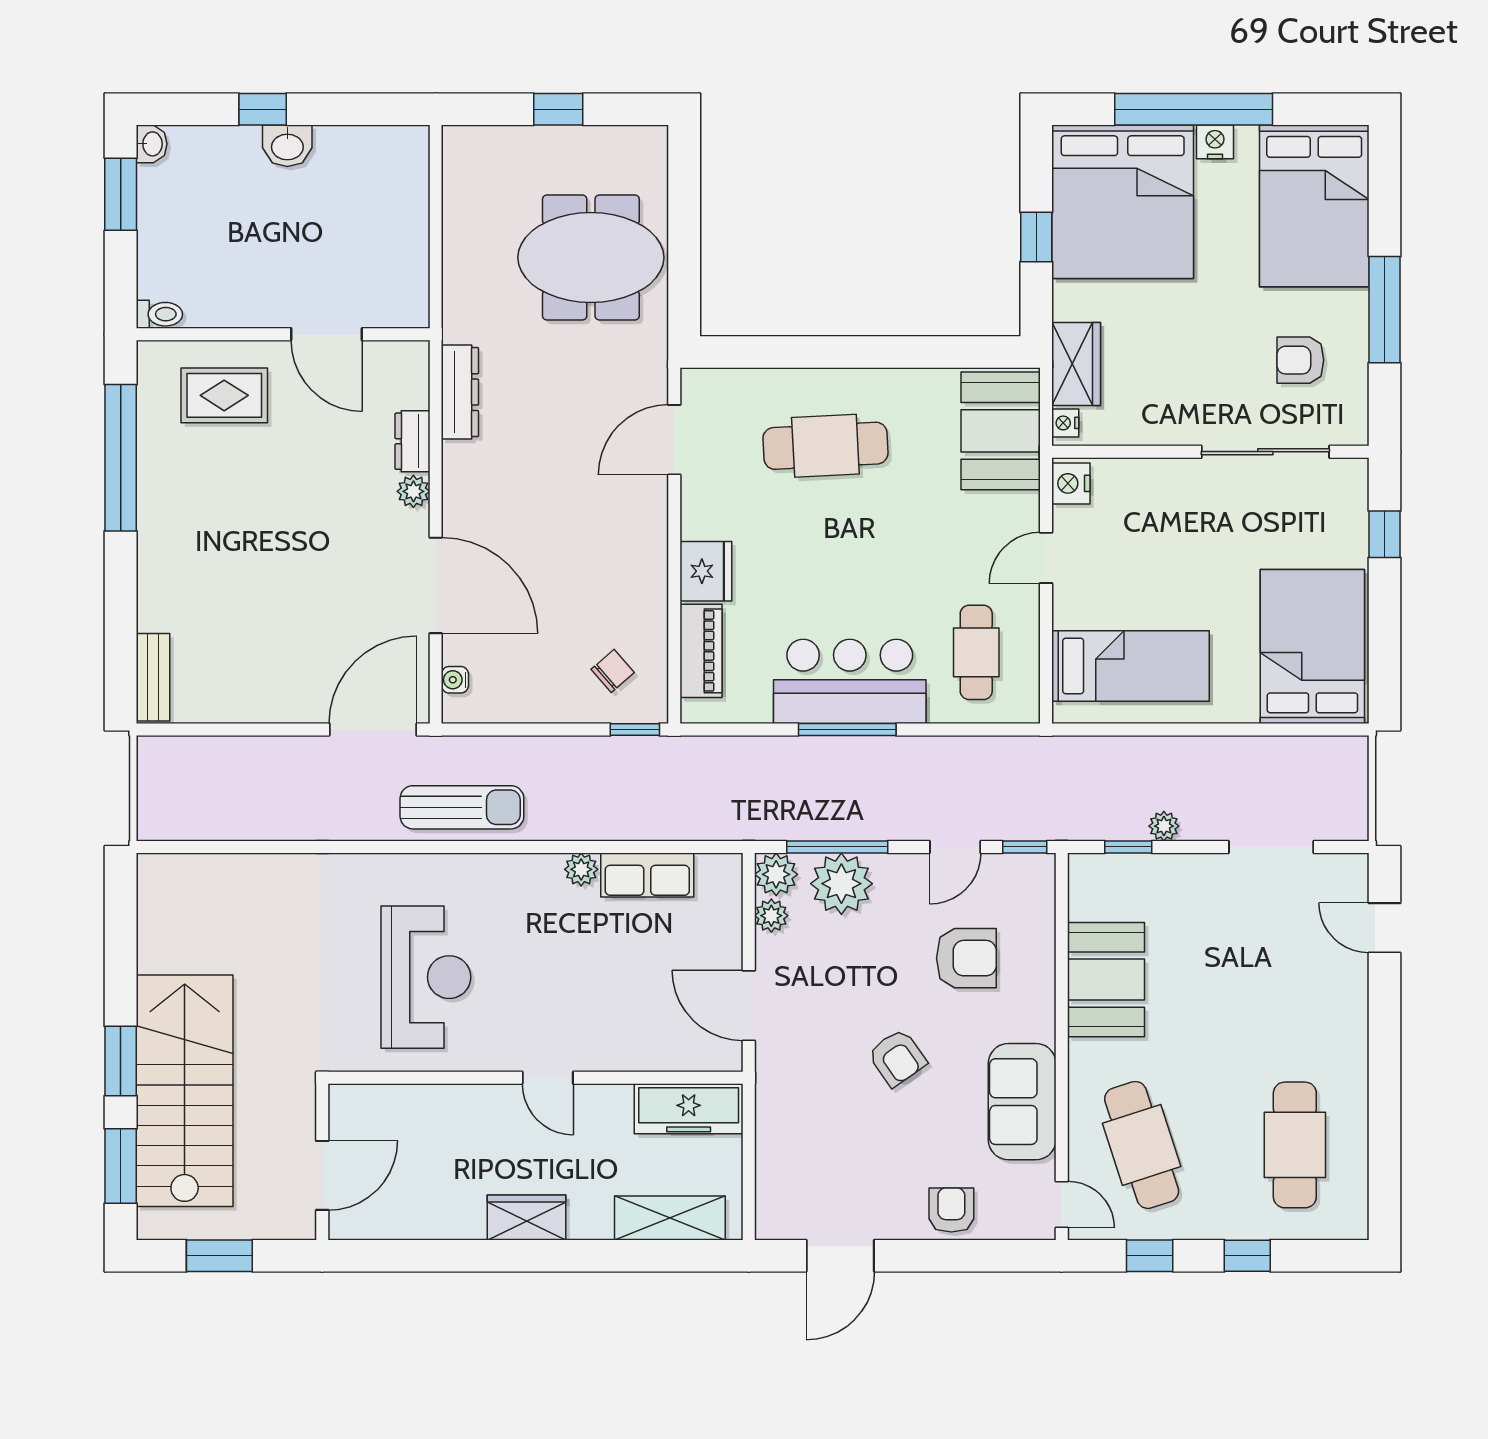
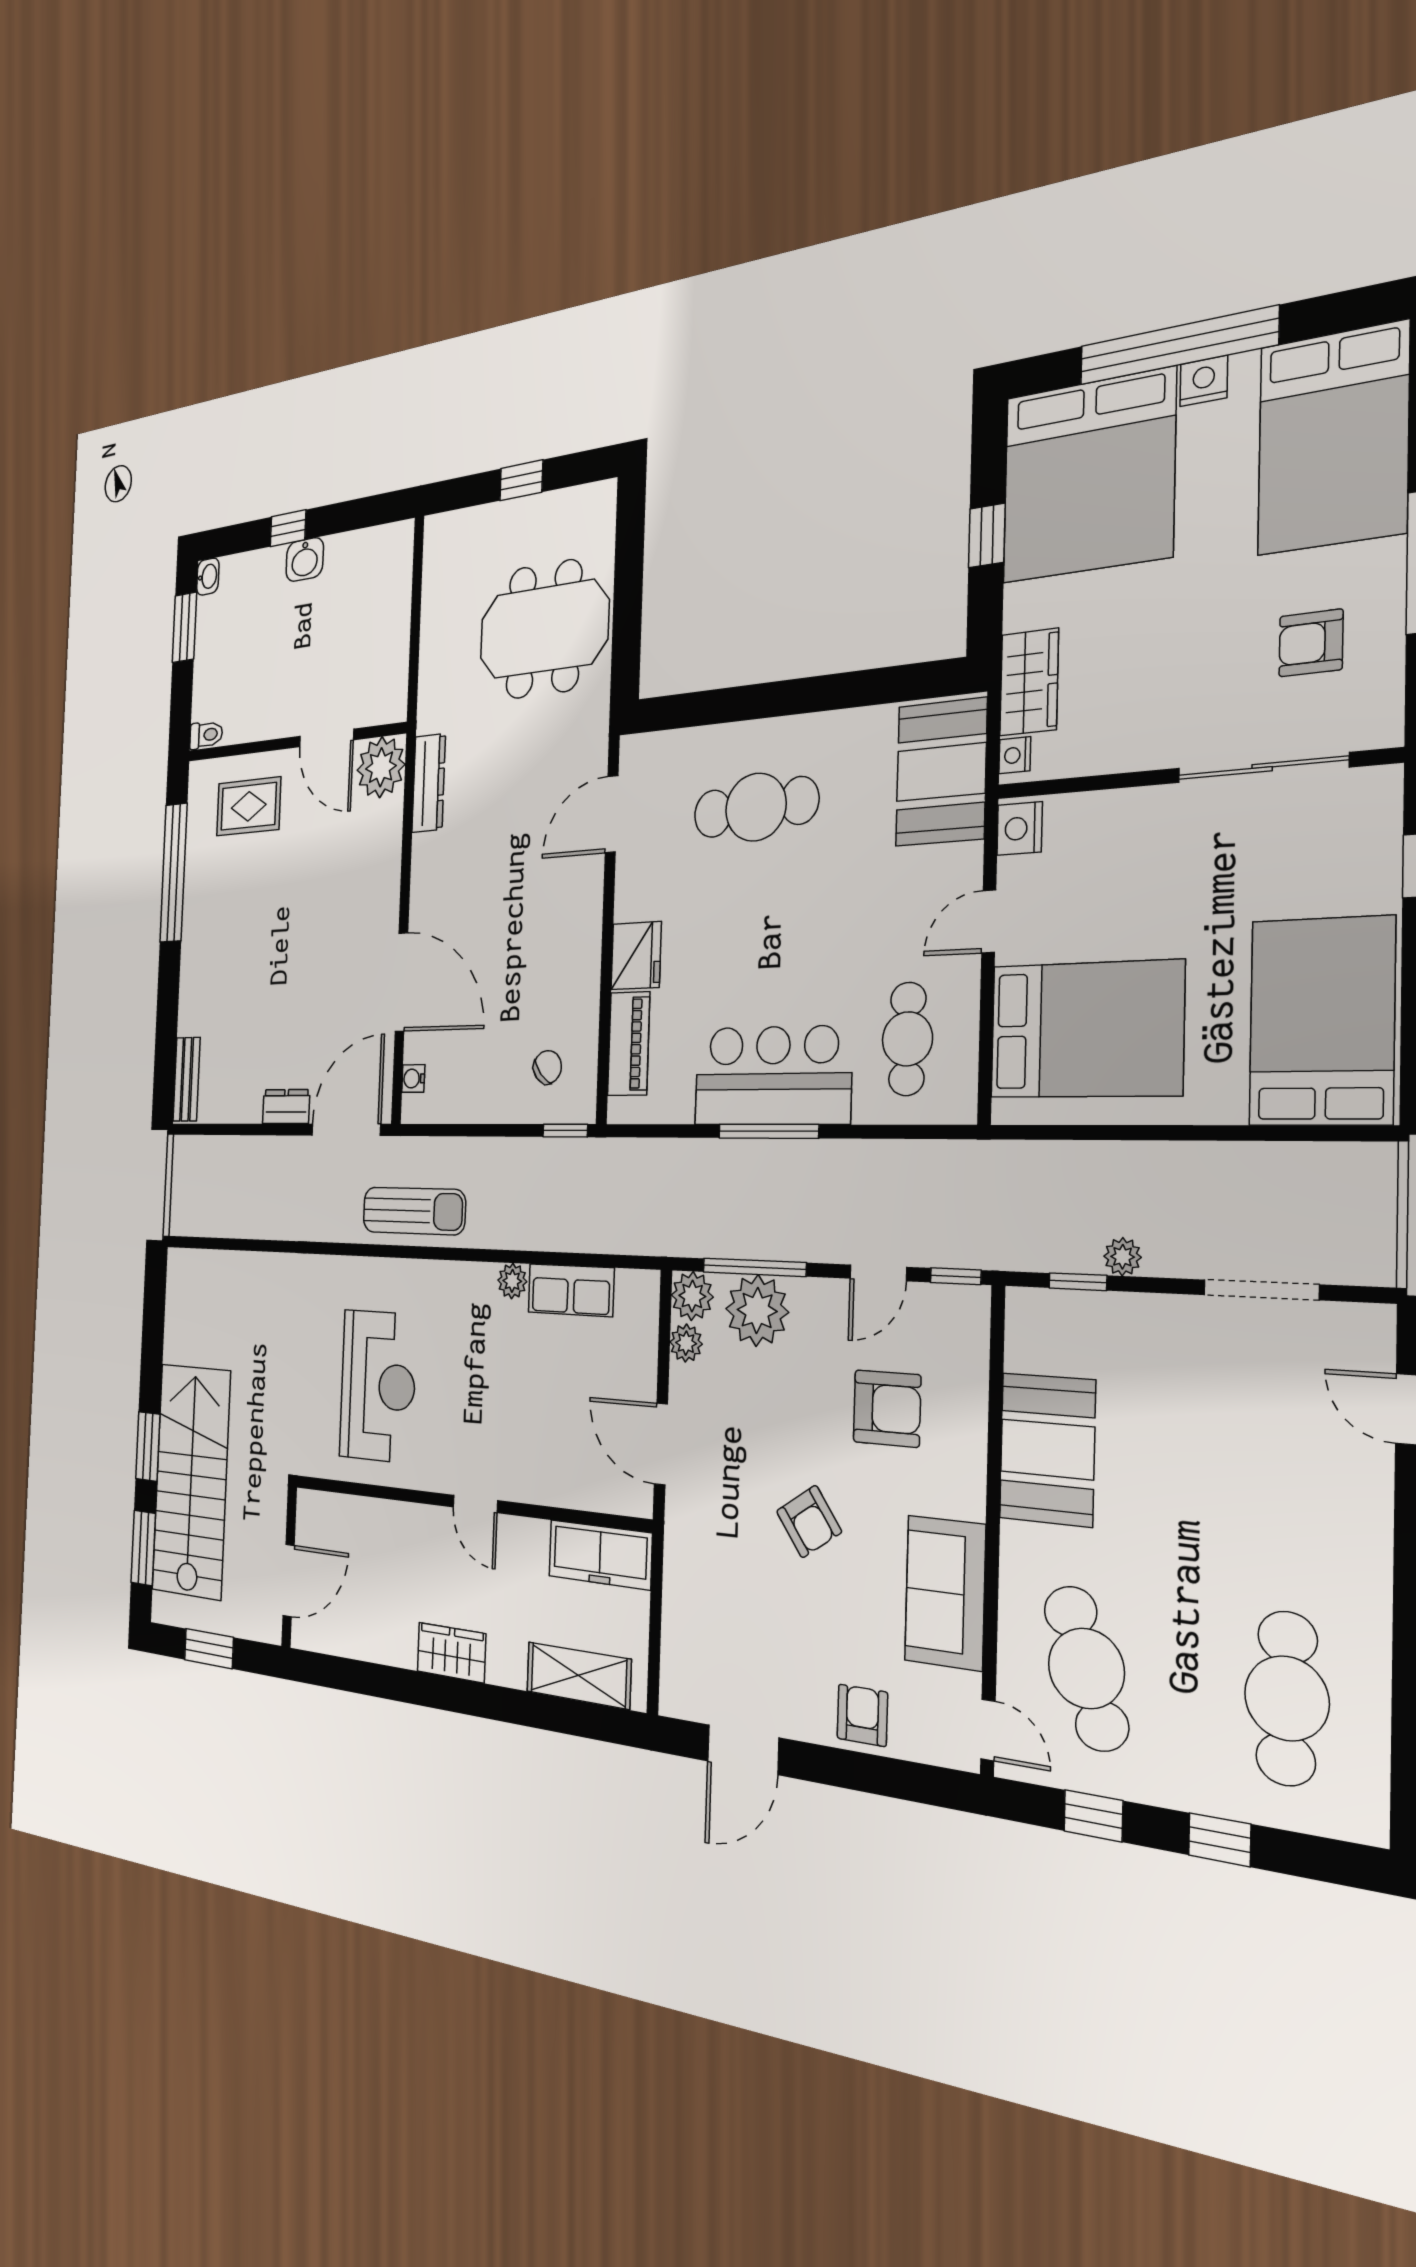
dresser: (412, 441) -> (286, 1107), moved, turned 90
plant: (413, 491) -> (381, 767), moved, width x1.88, depth x1.88
bed: (1131, 666) -> (1086, 1030), width x1.50

